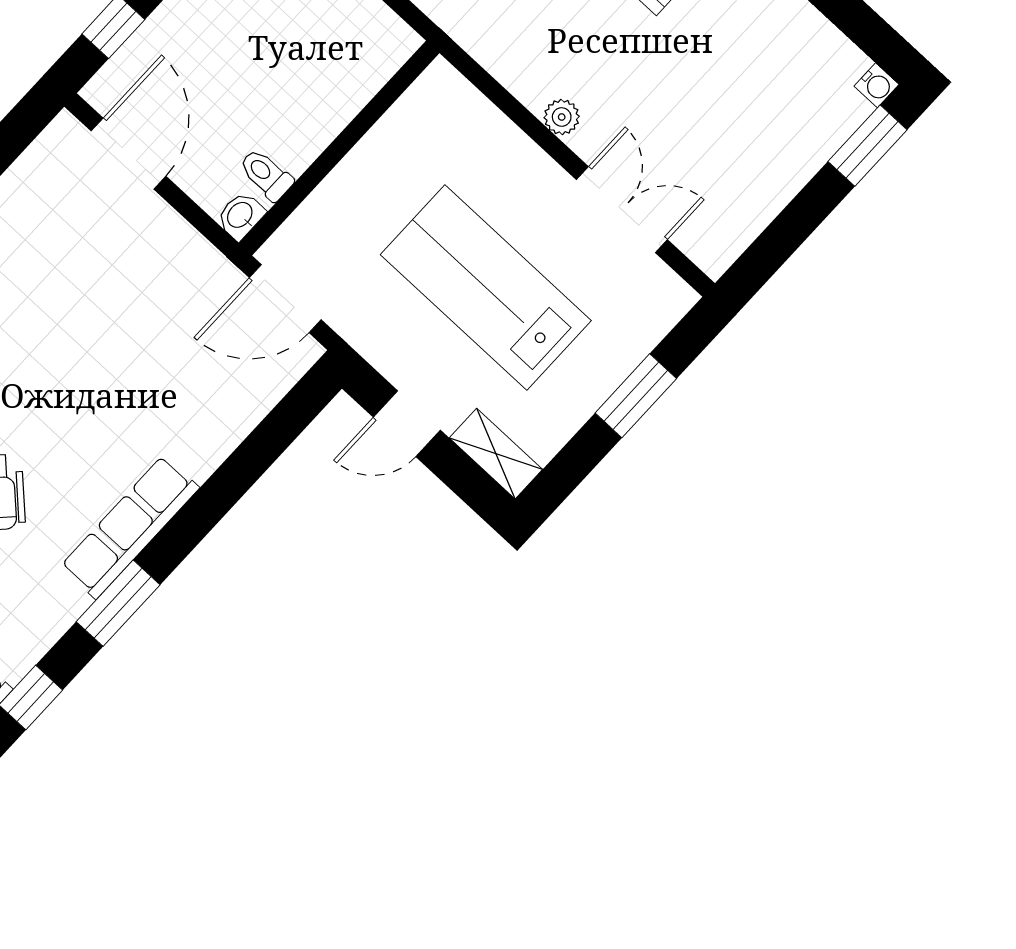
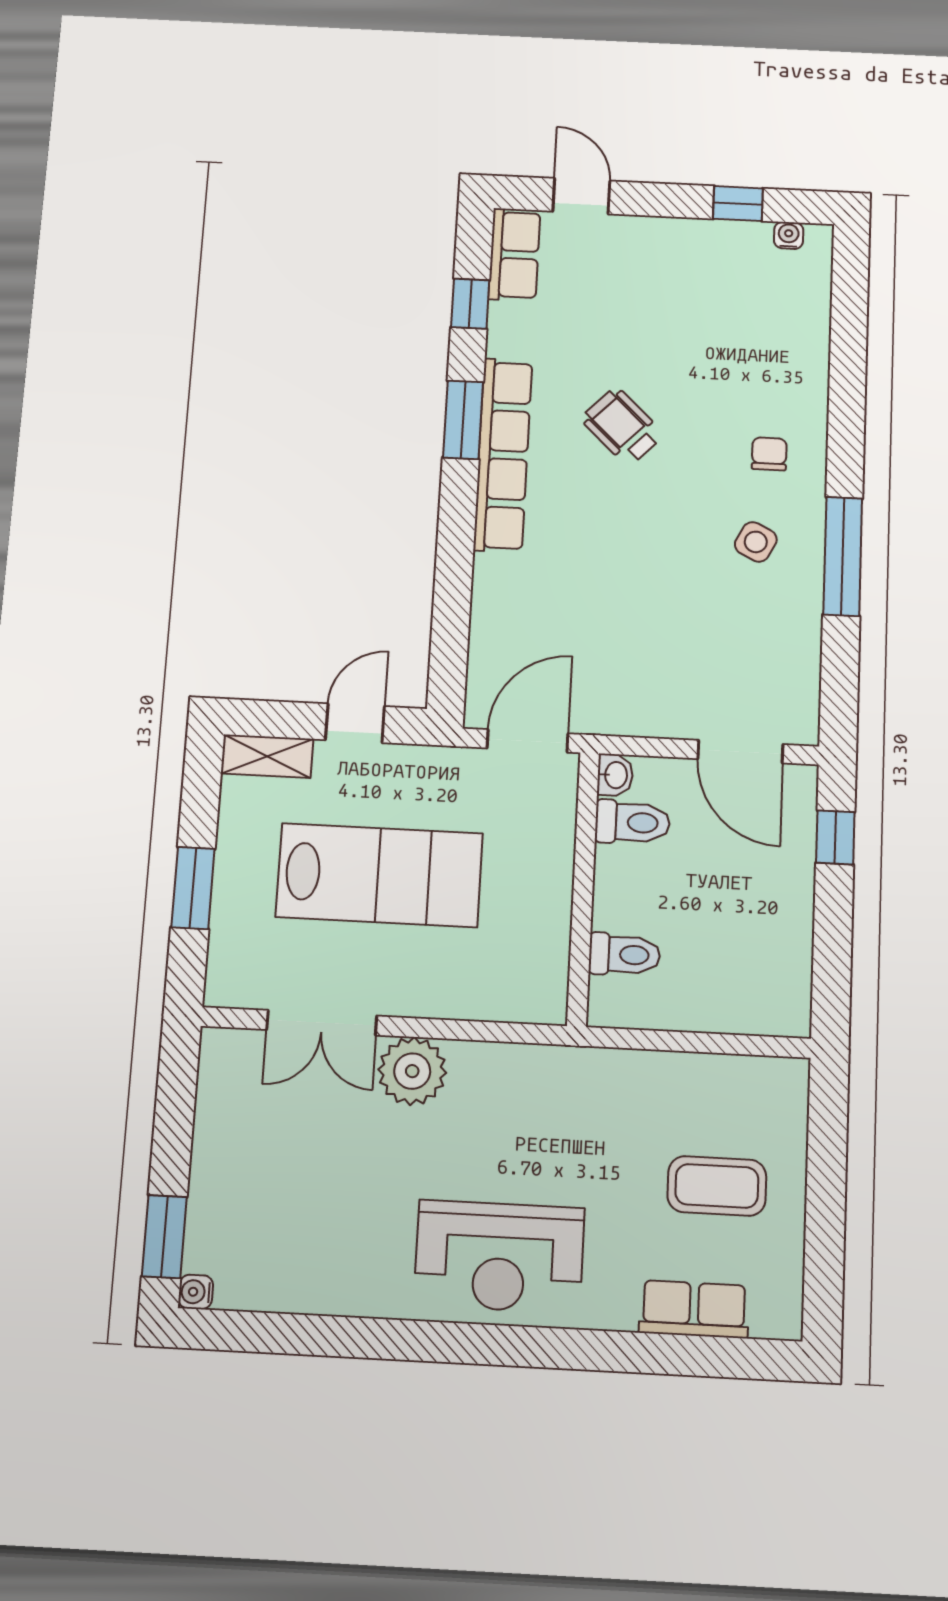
toilet: (351, 71) -> (624, 955), added
plant: (562, 117) -> (412, 1071), width x1.88, depth x1.88
toilet: (266, 175) -> (632, 822), width x1.37, depth x1.39
row of seats: (130, 527) -> (503, 455), width x1.36

